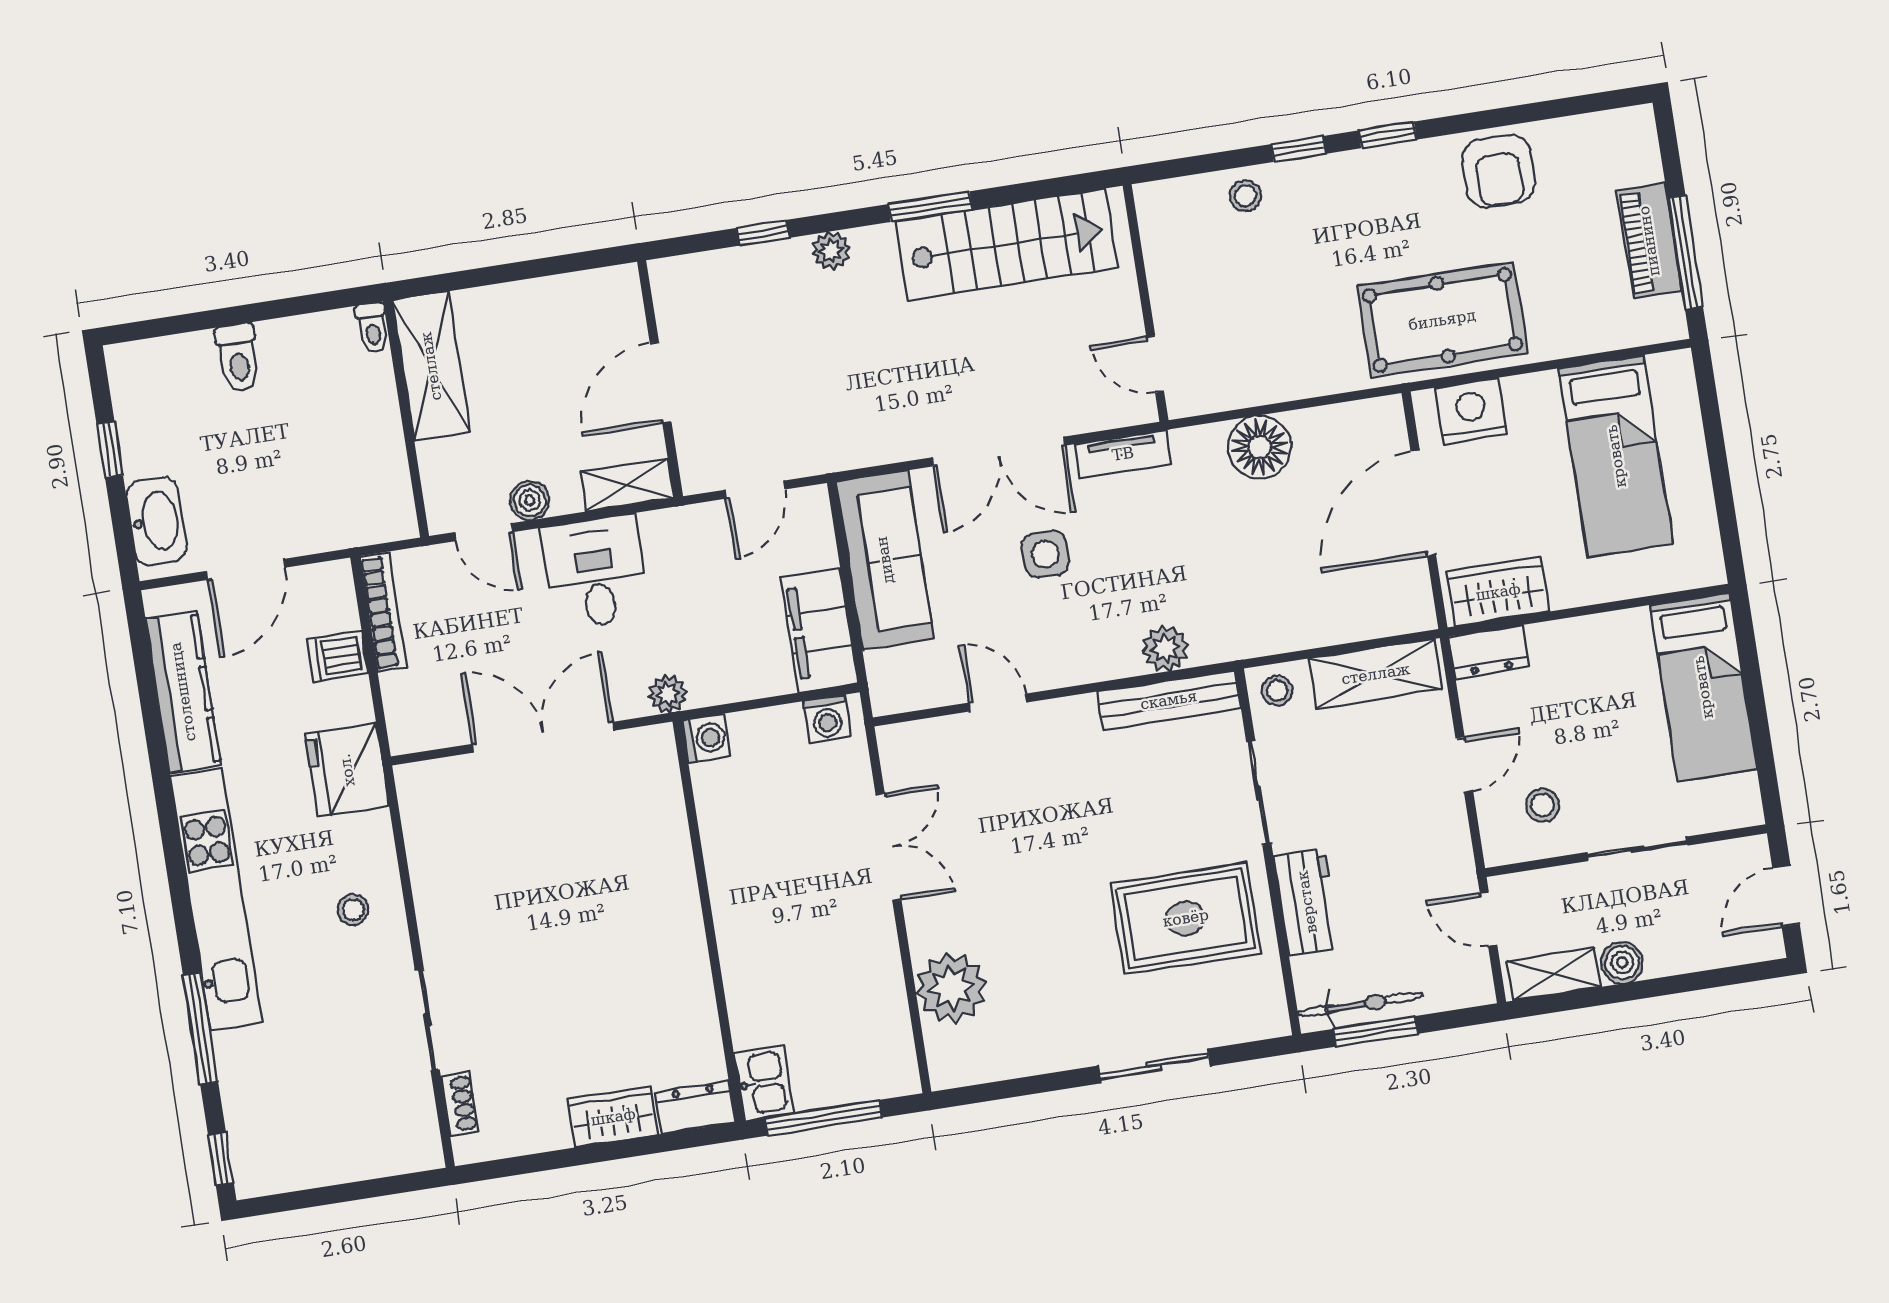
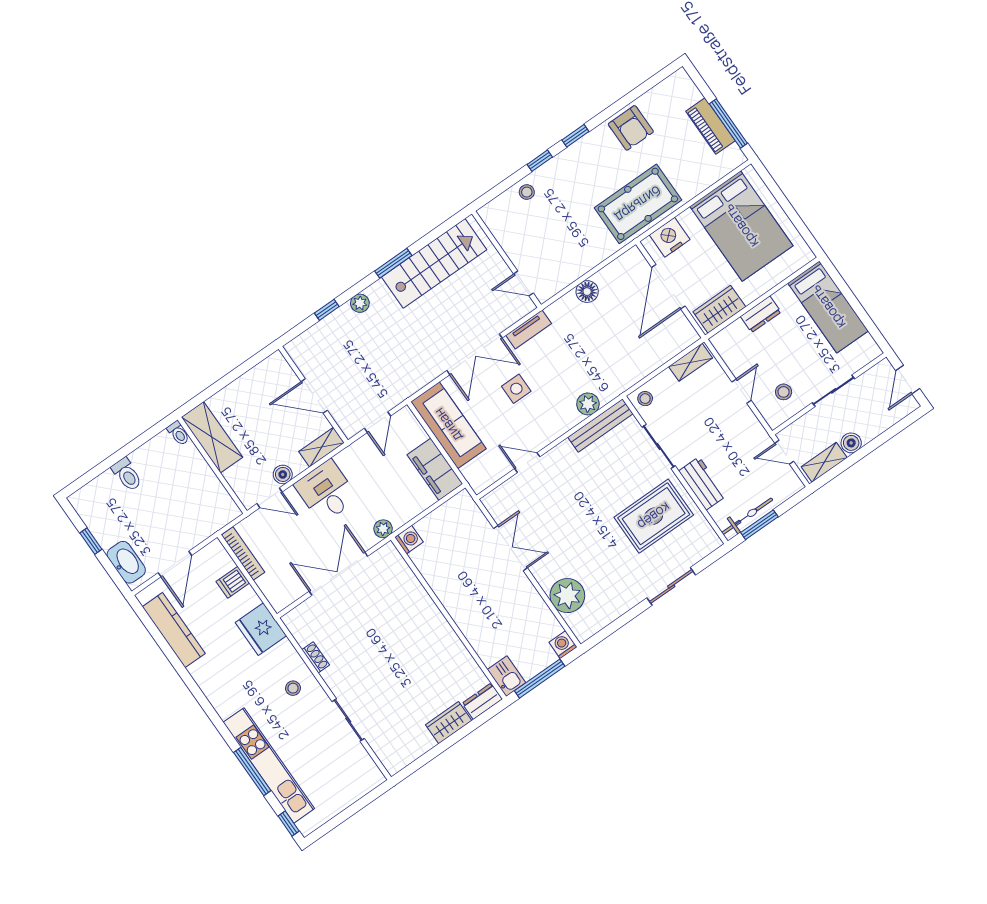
door: (661, 383) -> (314, 396), hinge flipped
floor lamp: (1260, 447) -> (587, 292), width x0.73, depth x0.73
bed: (1616, 456) -> (741, 226), width x1.50
dresser: (1489, 652) -> (761, 314), moved
shelving: (1376, 674) -> (691, 362), width x0.67, depth x0.75
washing machine: (827, 719) -> (563, 645), moved, turned 180
kitchen unit: (216, 899) -> (269, 765), moved
shoe rack: (460, 1104) -> (316, 657), moved

